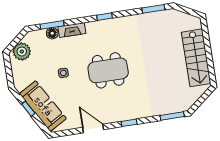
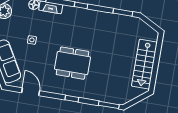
dining table: (108, 70) -> (72, 63), moved
door: (93, 129) -> (31, 92), moved

